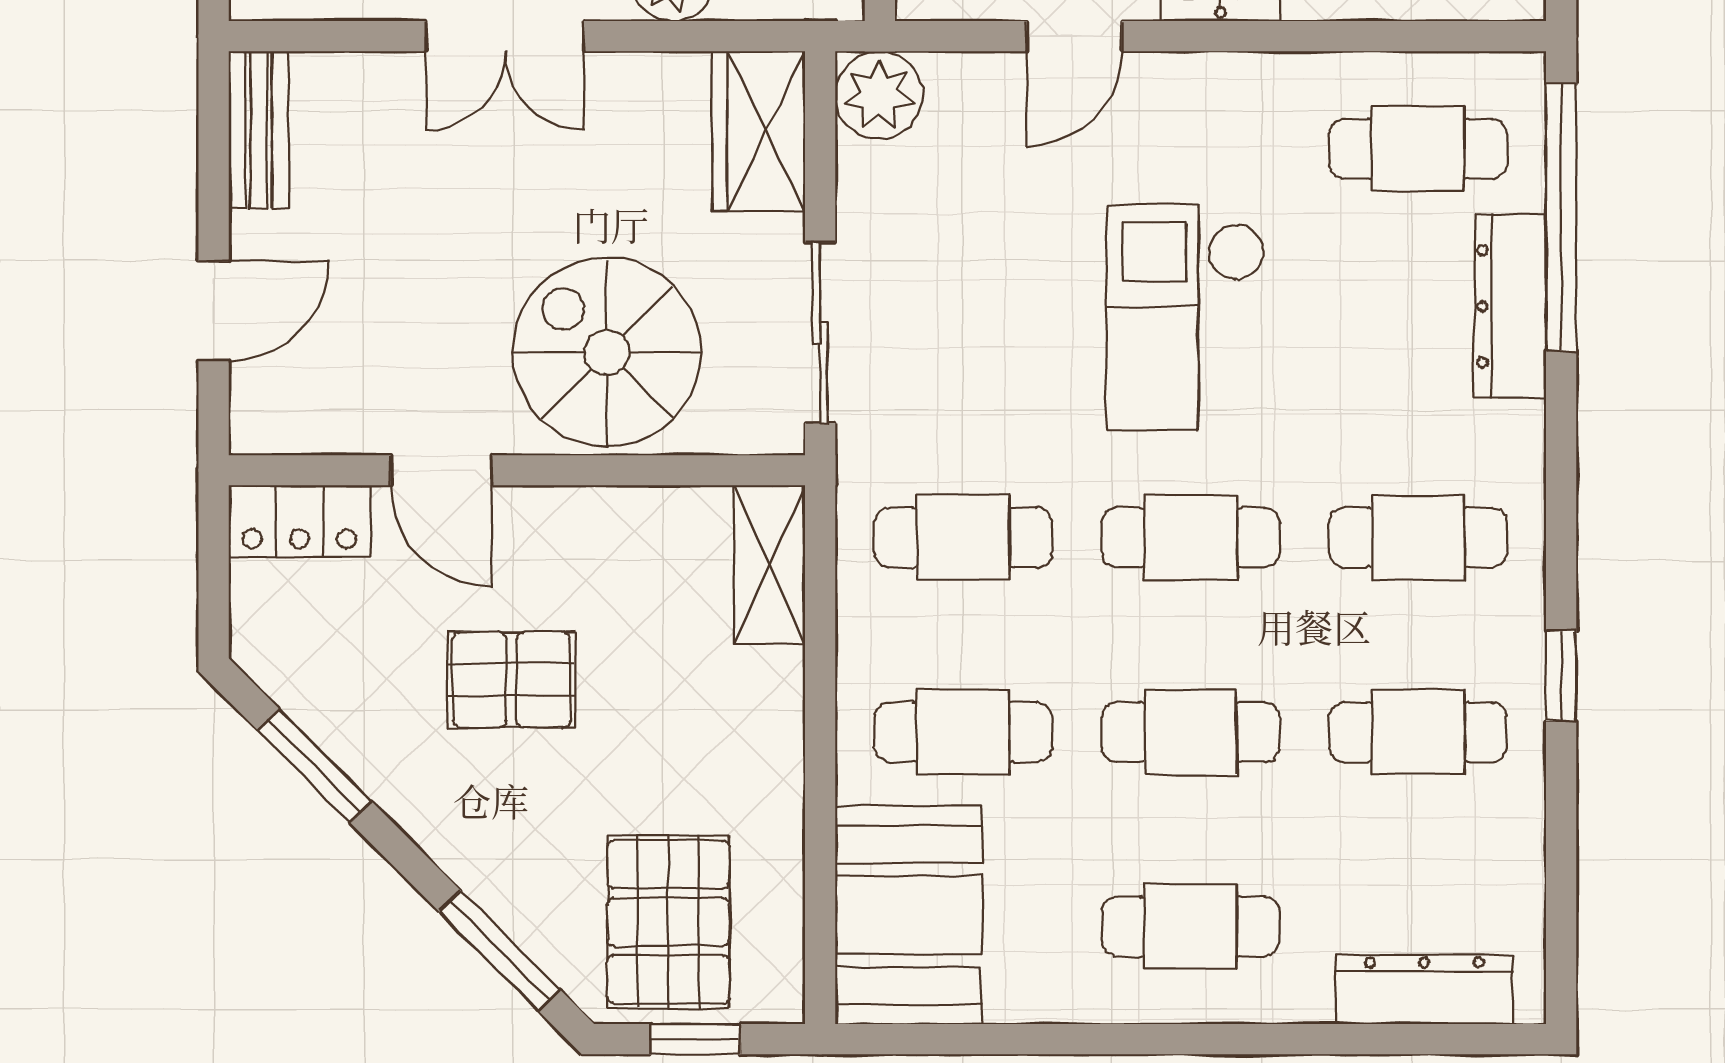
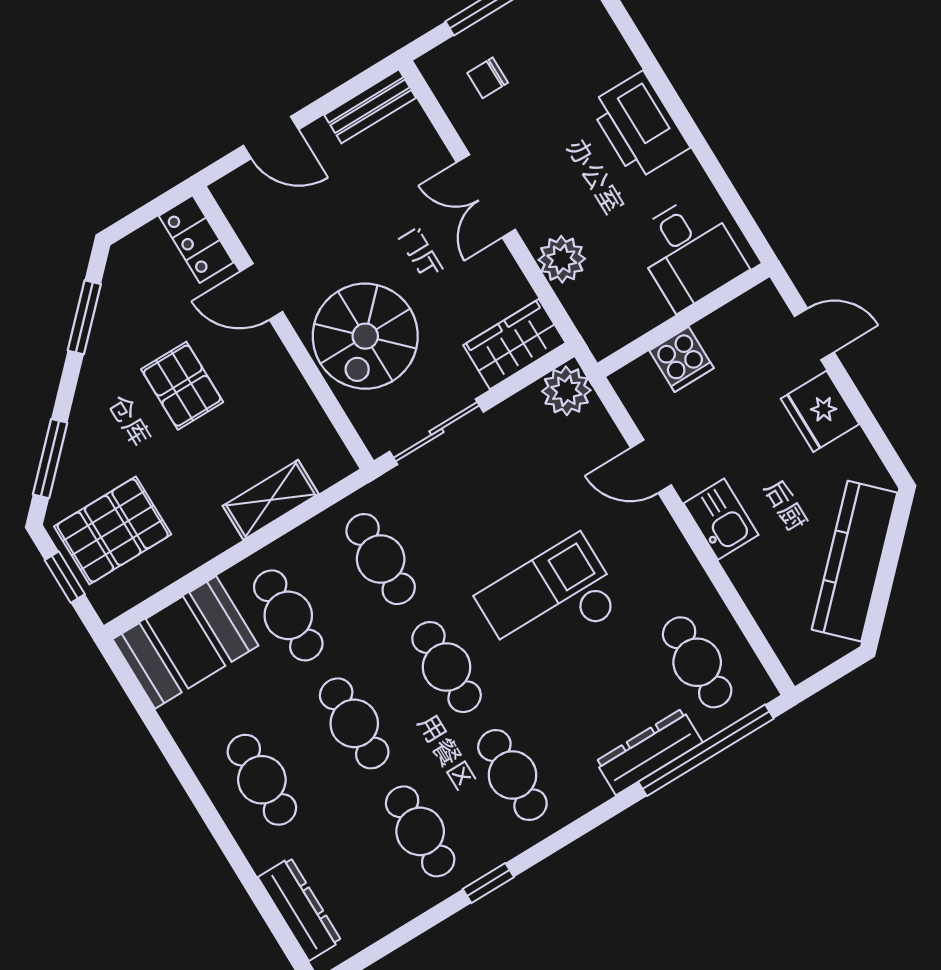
spiral stairs: (607, 352) -> (365, 336), turned 180
door: (441, 470) -> (261, 292), hinge flipped
shelving: (769, 565) -> (271, 500), moved

